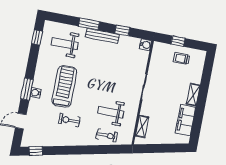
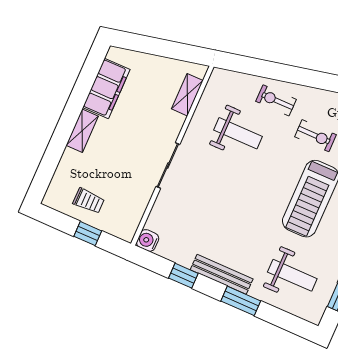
exercise bike: (107, 135) -> (276, 100), moved

